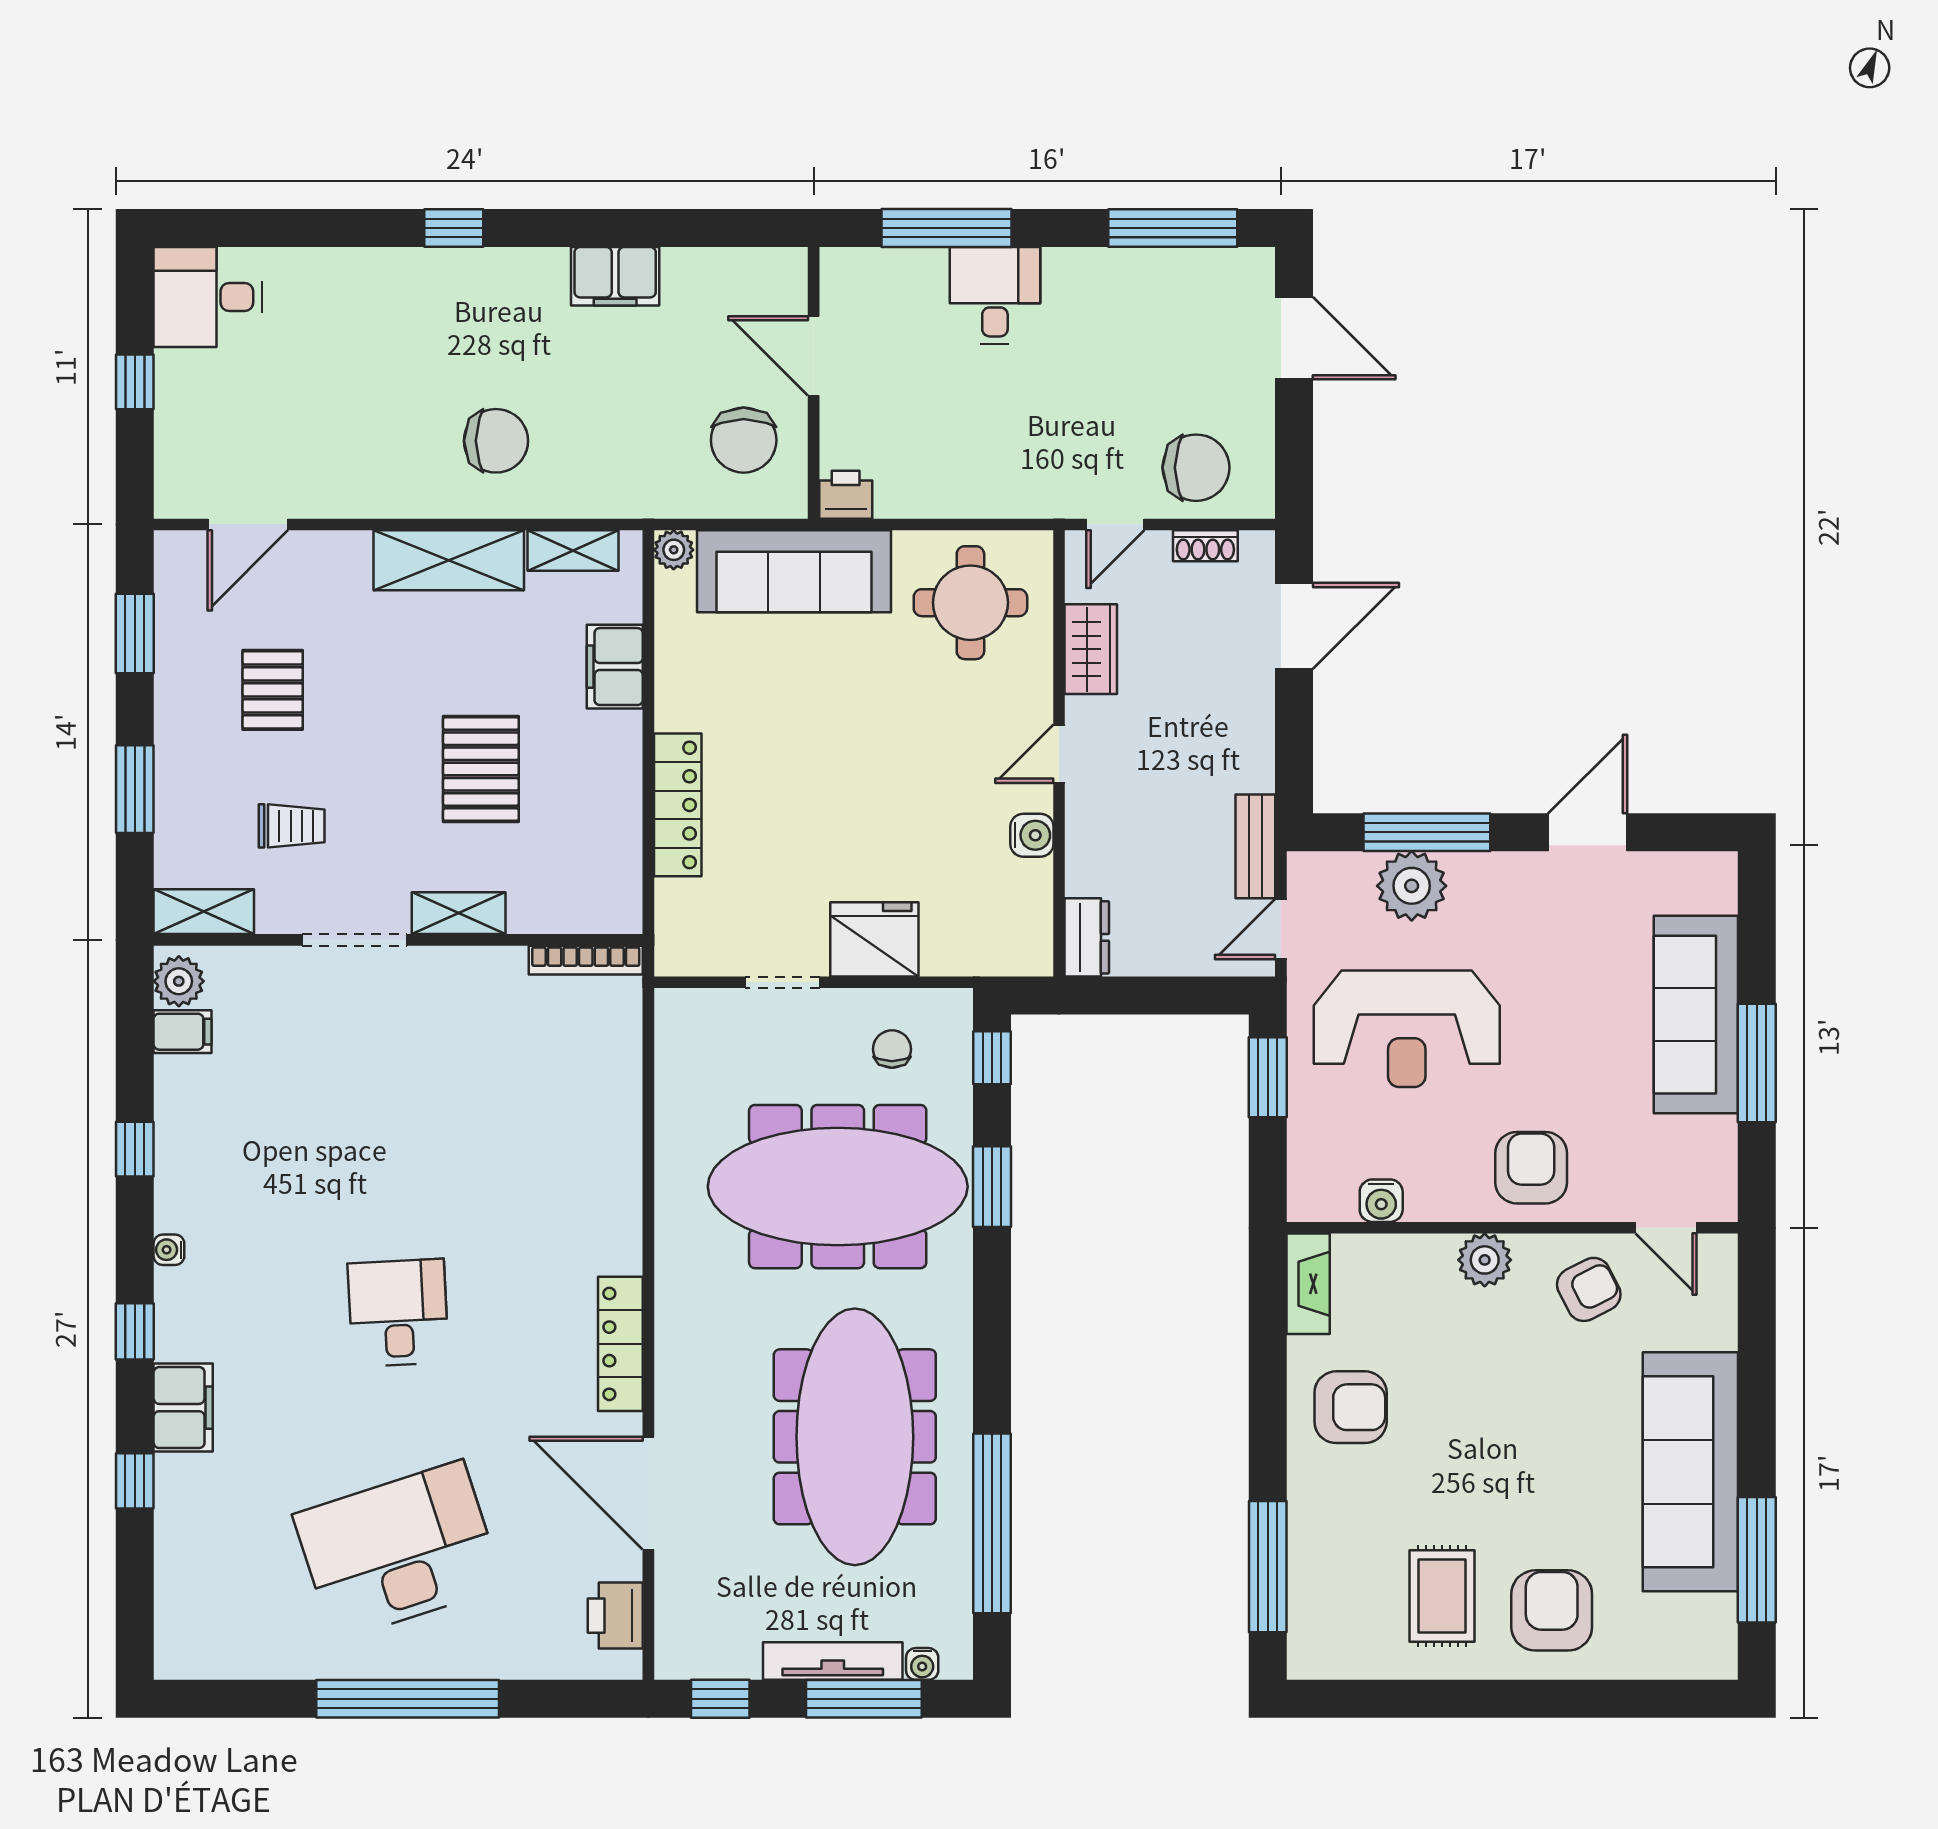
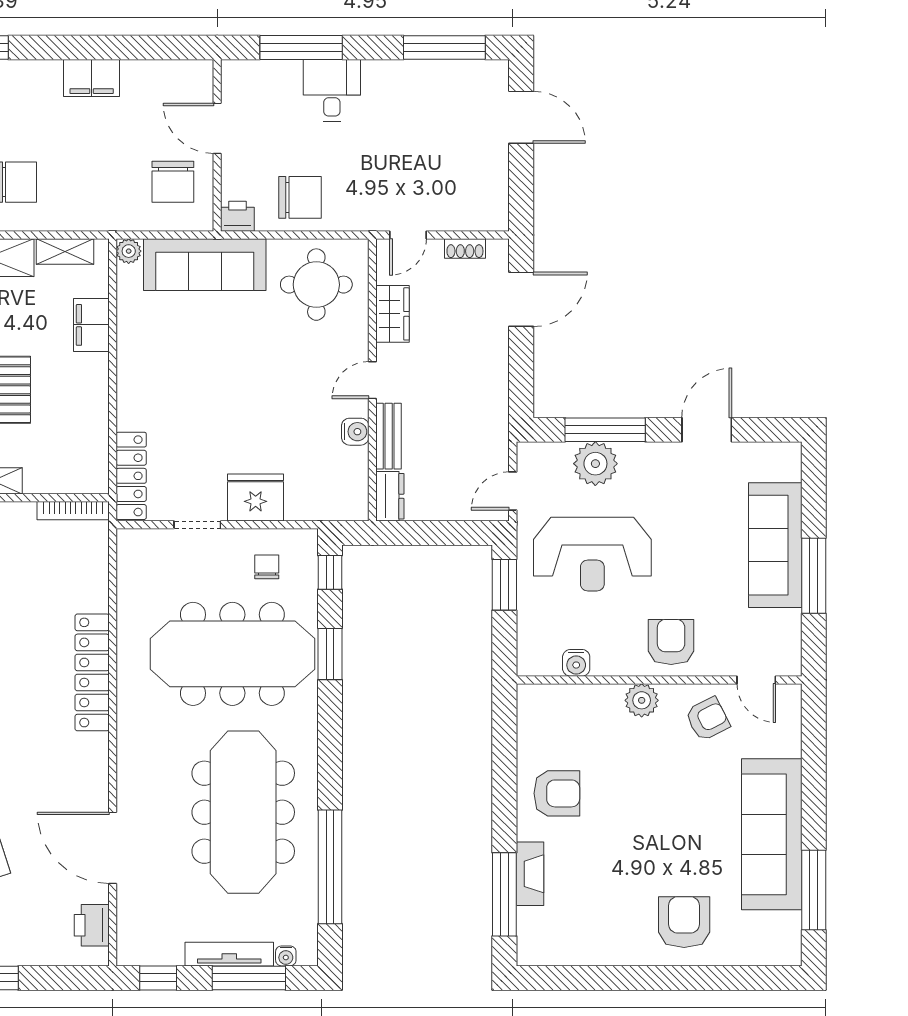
chair: (1196, 468) -> (300, 197), moved
locker: (678, 805) -> (131, 476), moved
bench: (1255, 846) -> (389, 436), moved
fireplace: (1308, 1284) -> (530, 874), moved
locker: (620, 1344) -> (92, 672), moved, width x1.41, depth x1.21
rug: (1442, 1596) -> (615, 913), removed

